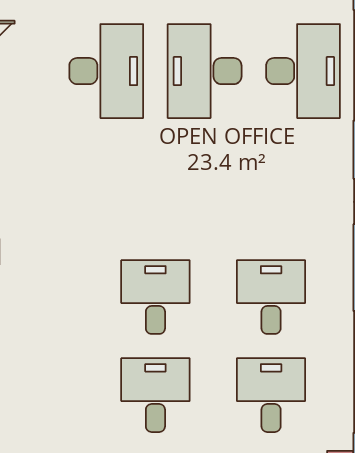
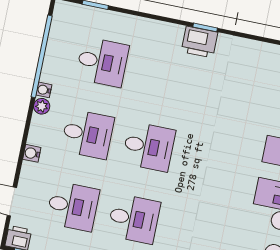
desk: (40, 395) -> (102, 62), added

